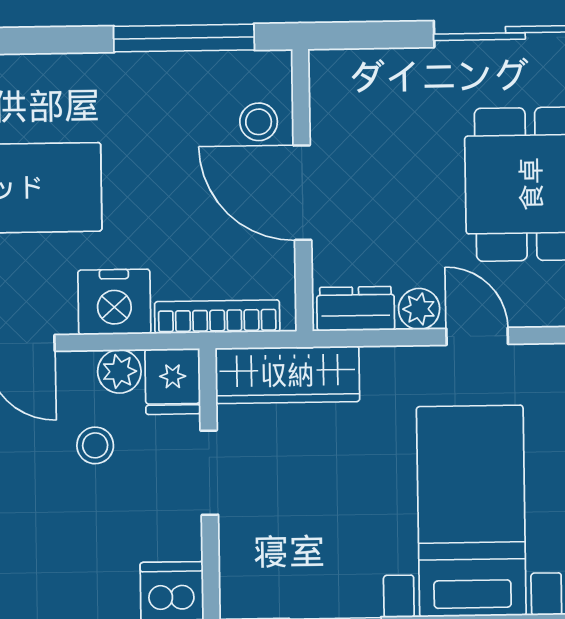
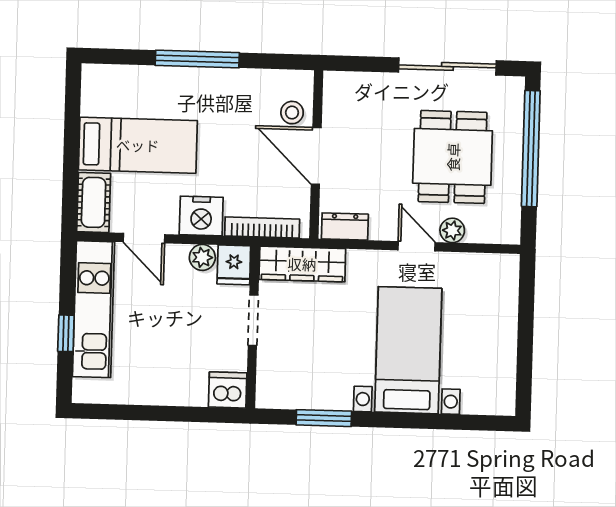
window: (184, 38) -> (197, 59), moved
plant: (419, 309) -> (452, 230), moved
stool: (95, 445) -> (186, 301), removed

